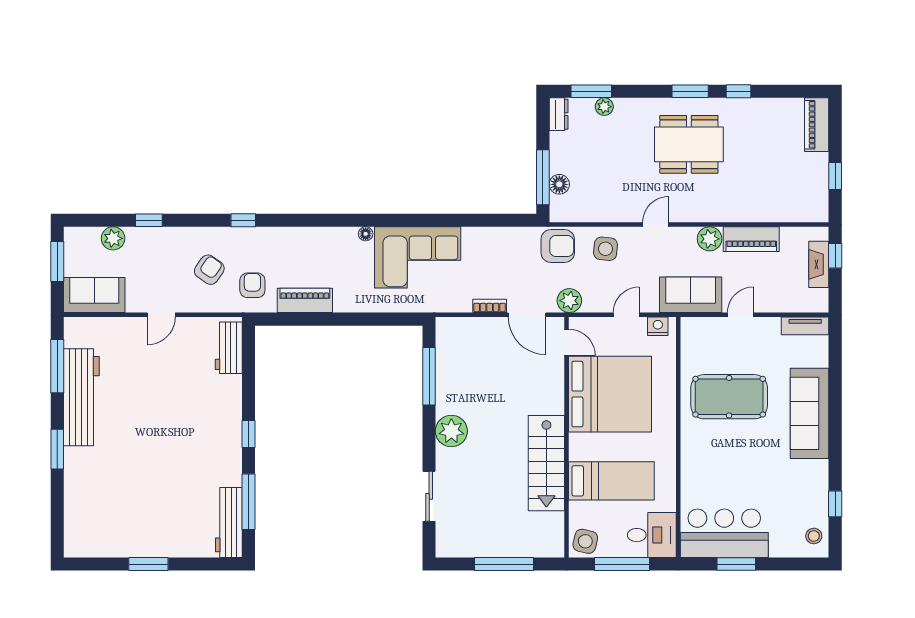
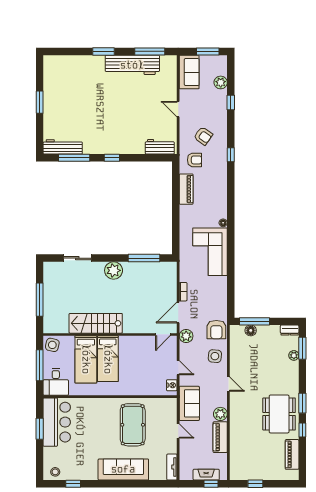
piano: (817, 125) -> (292, 454), moved, turned -90
dining table: (689, 144) -> (279, 414), moved
bed: (610, 394) -> (108, 359), moved, width x0.49

